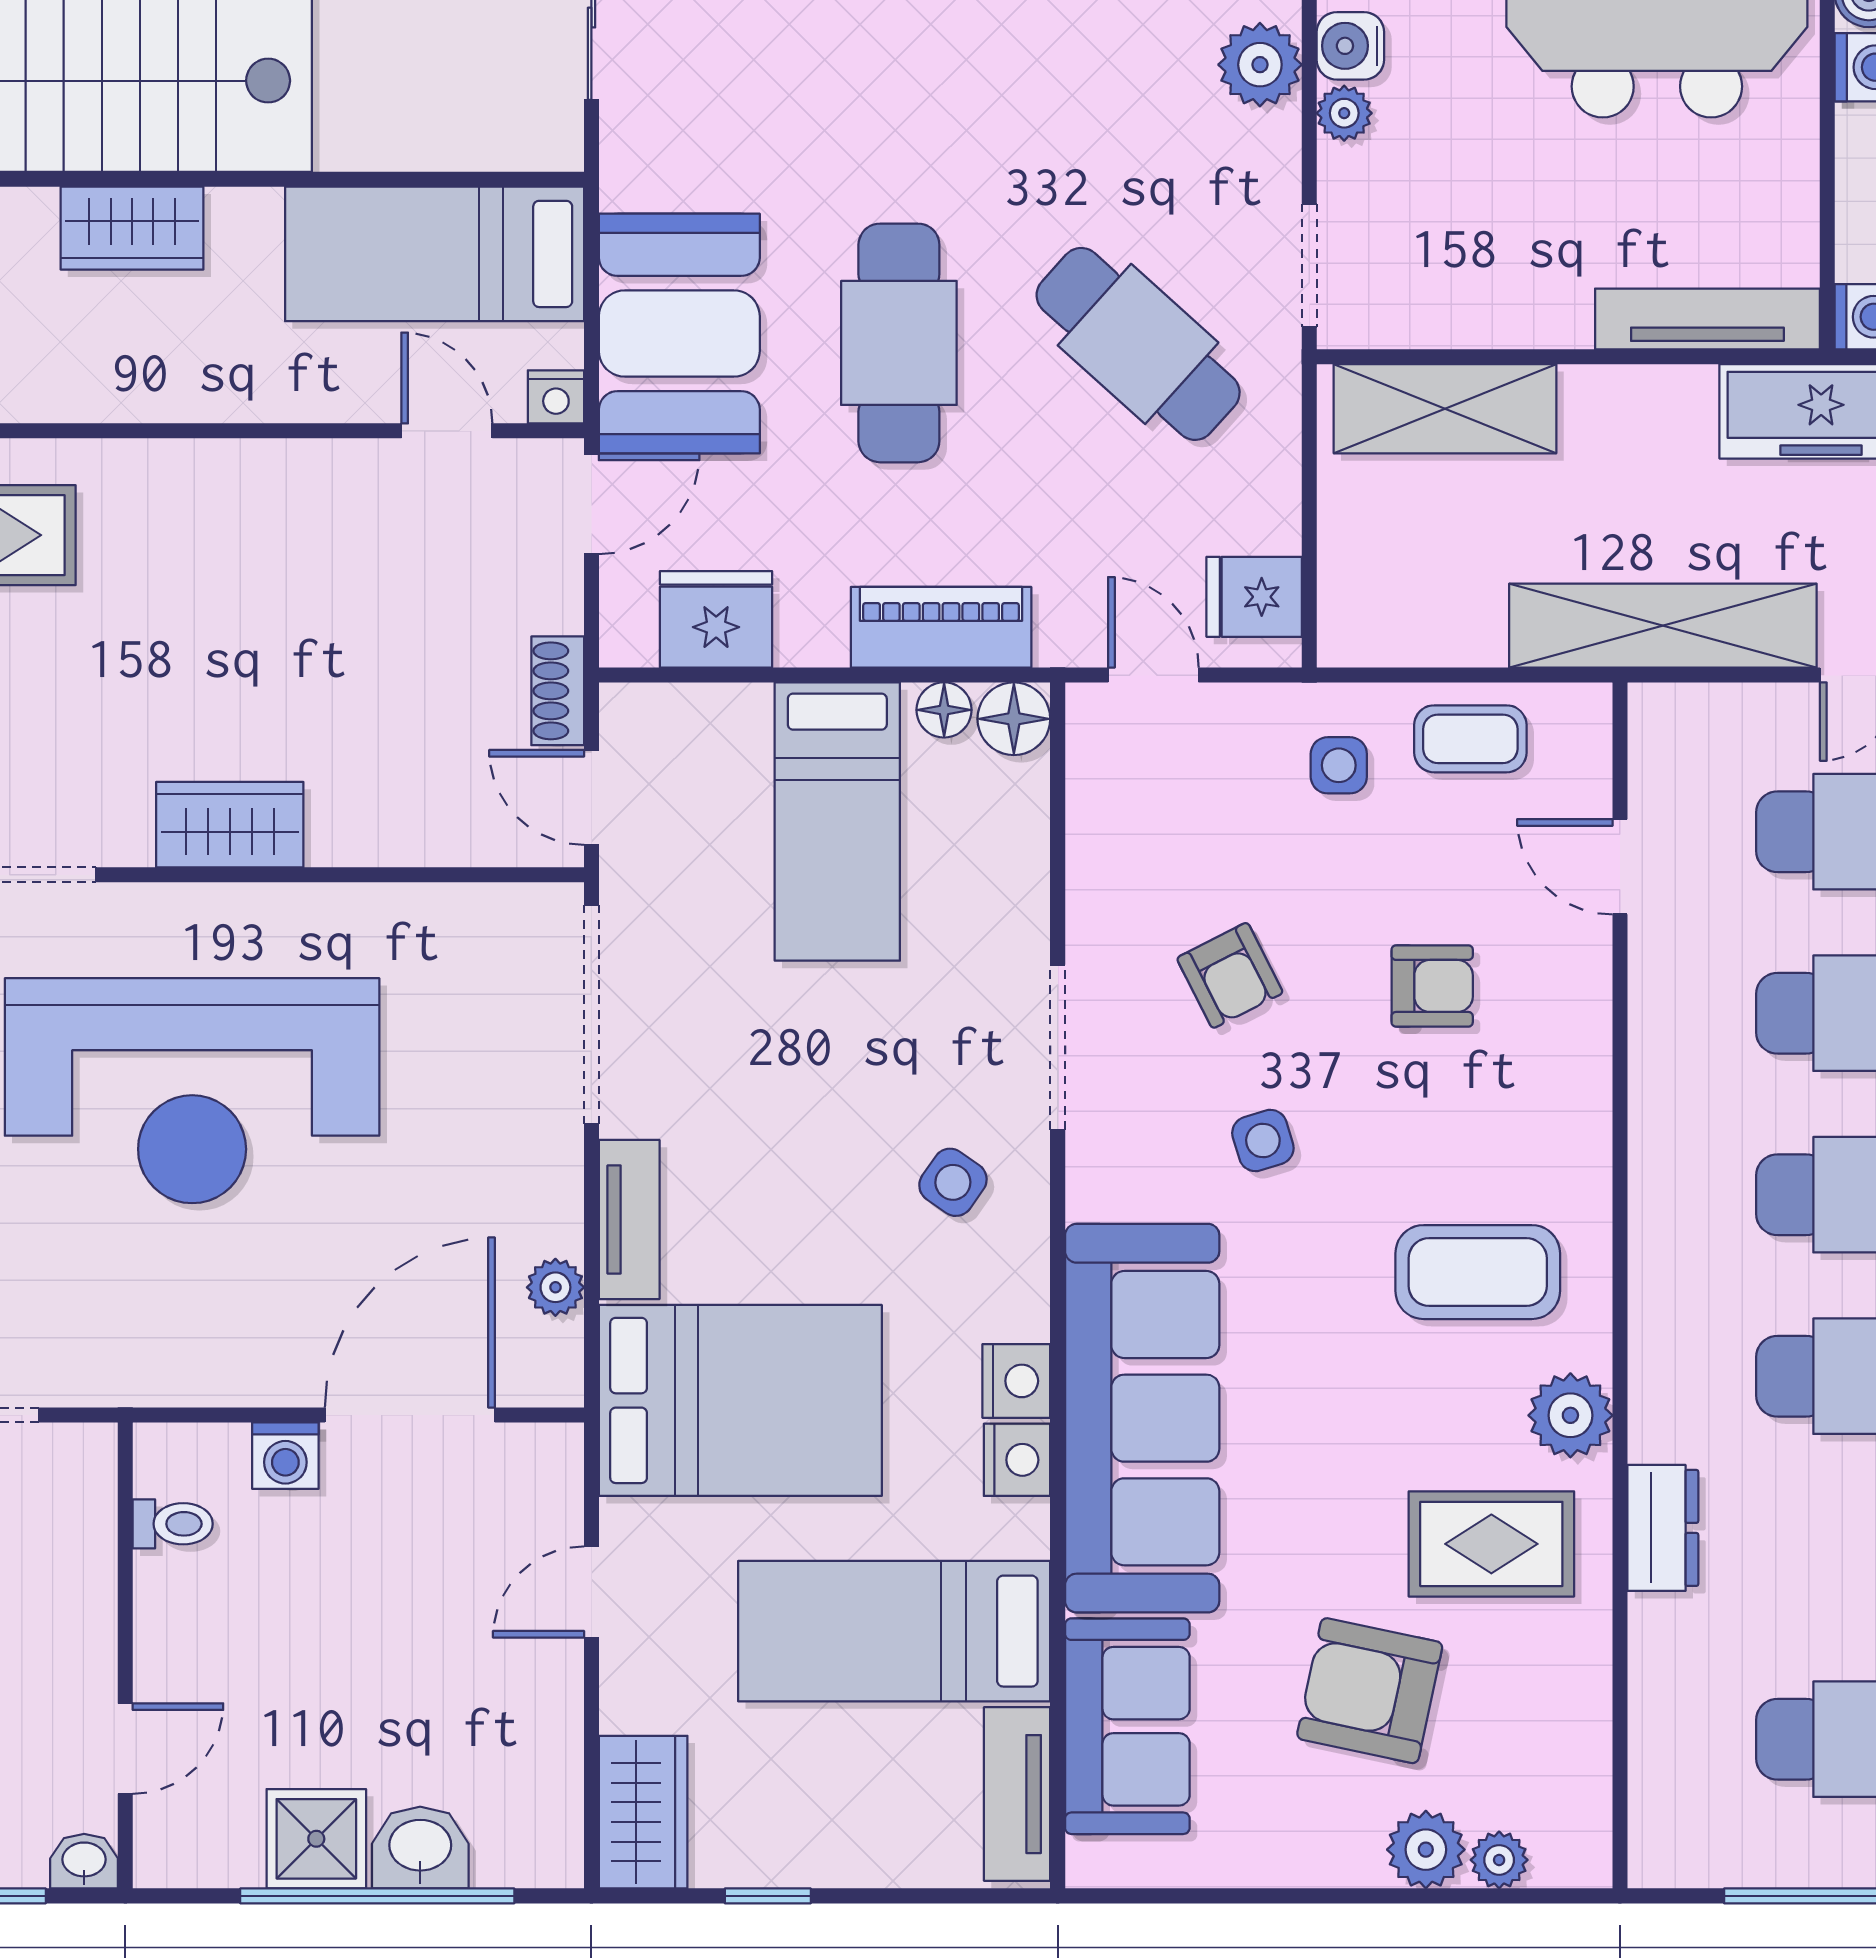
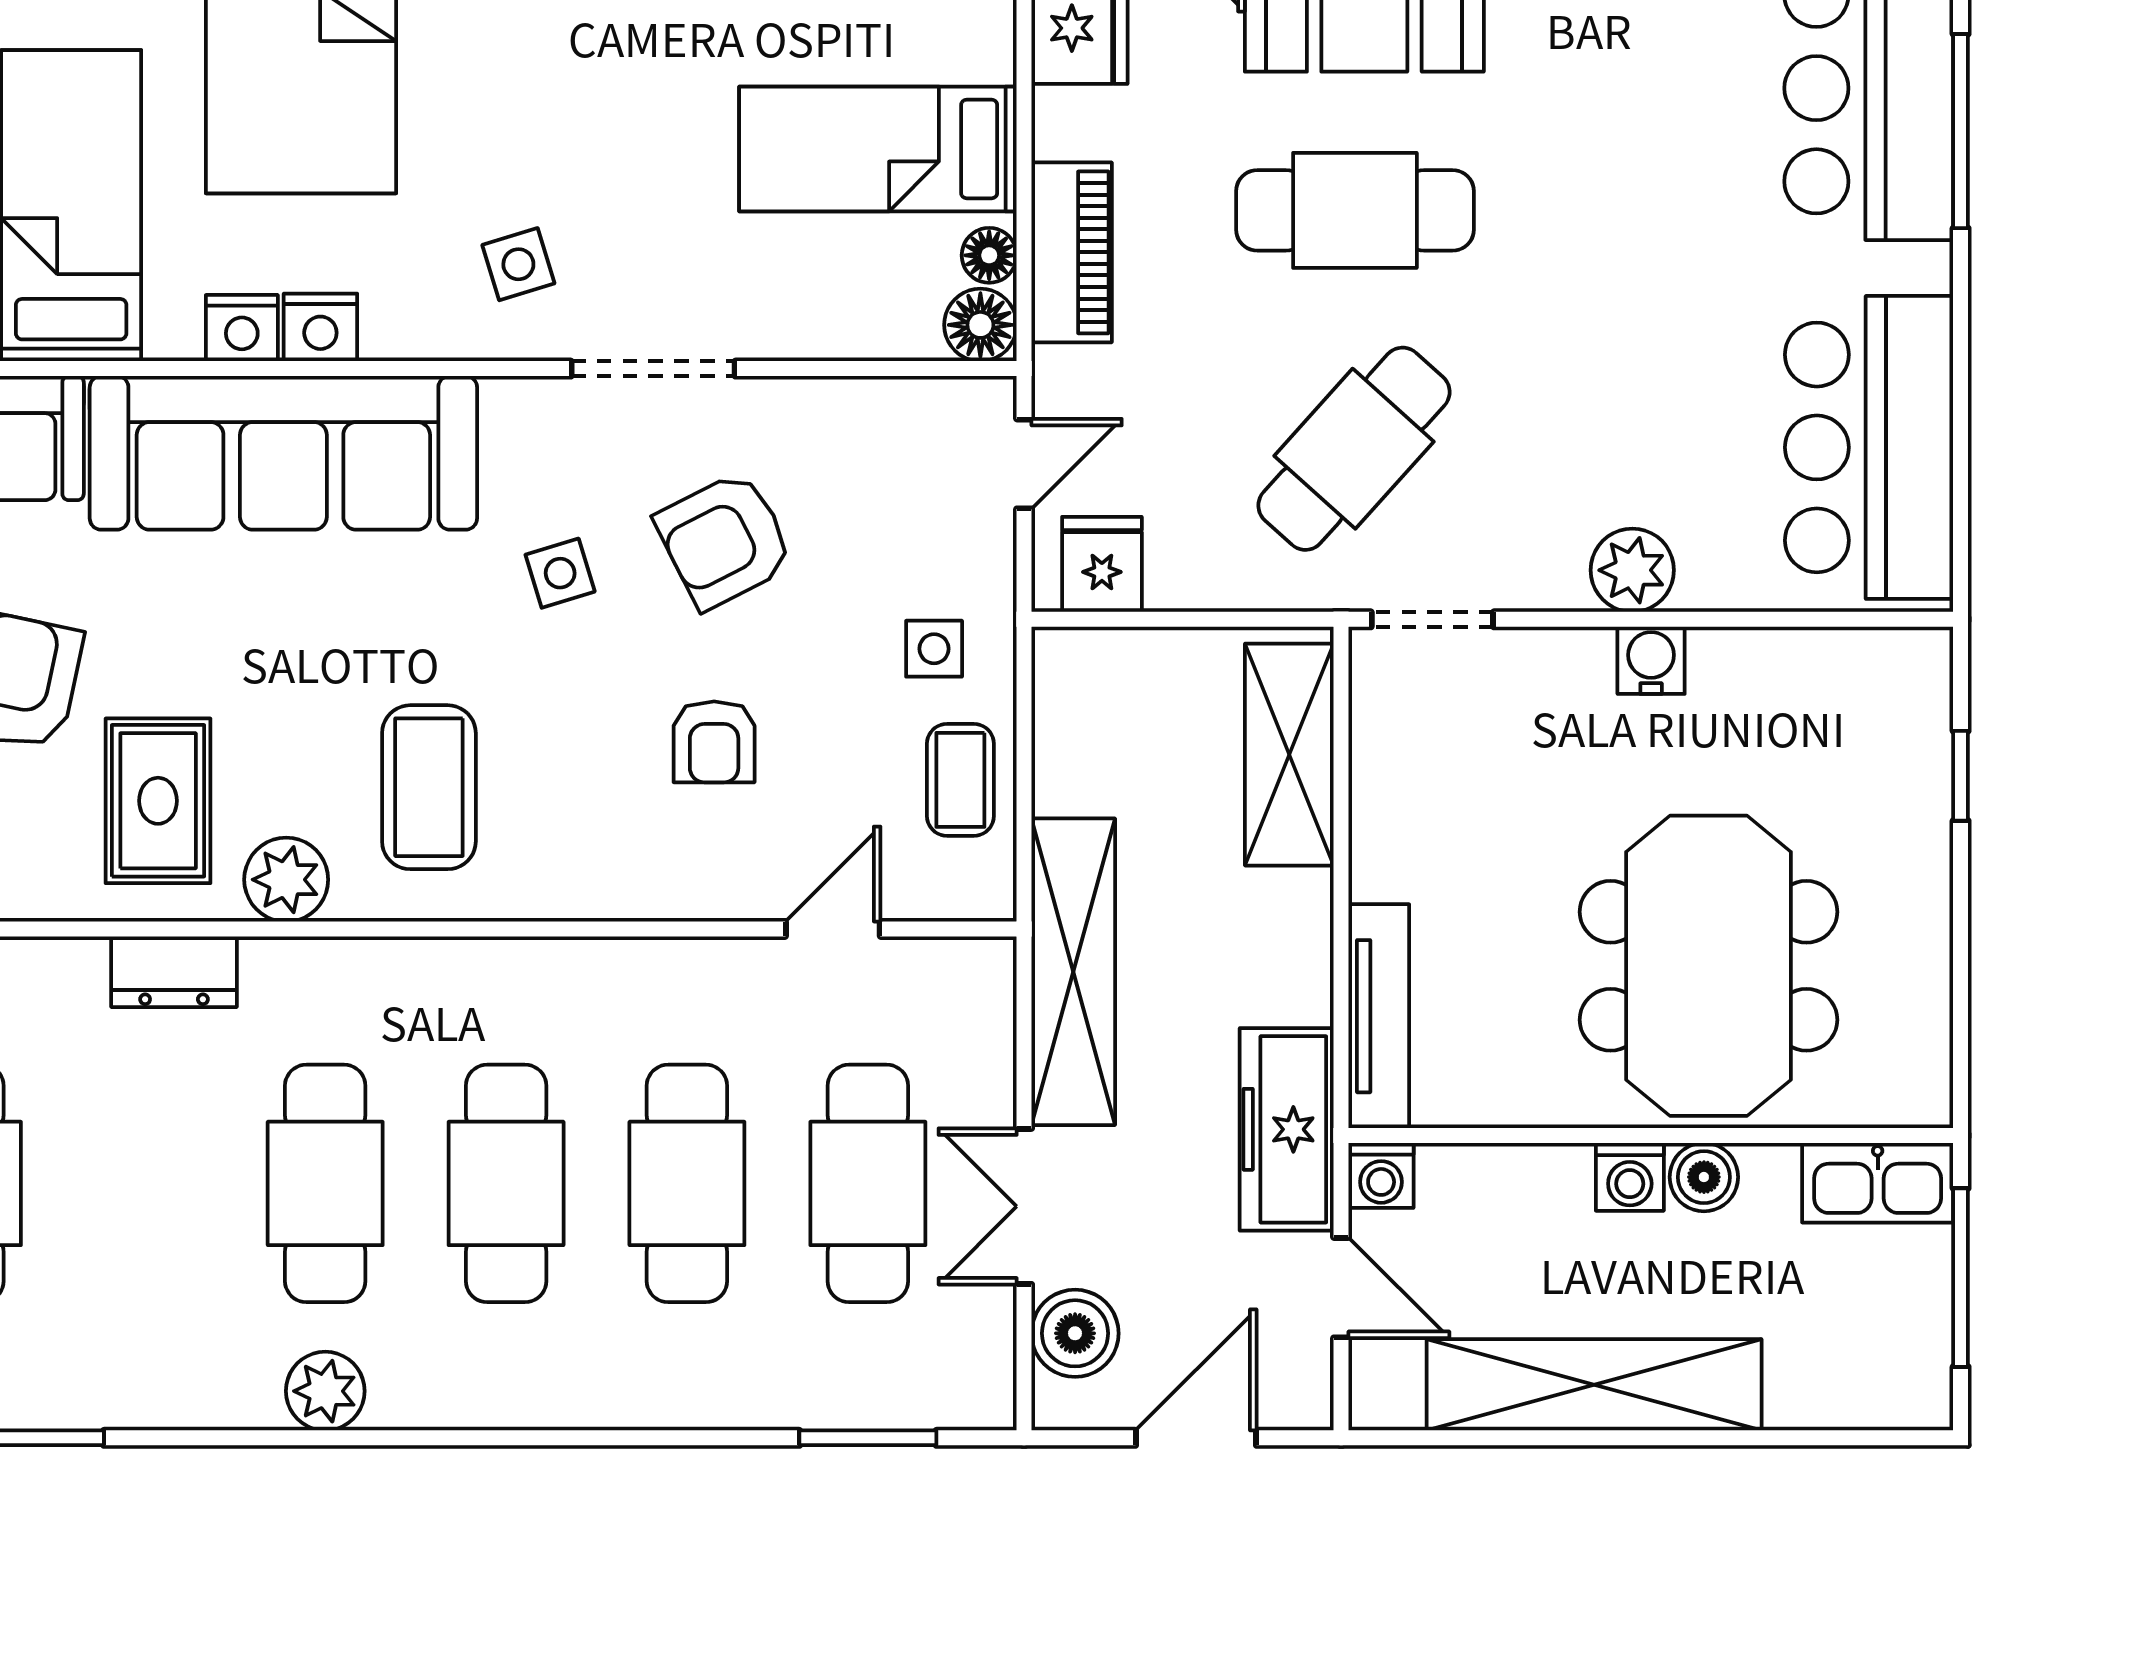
plant: (1344, 113) -> (1584, 654), removed
armchair: (1230, 975) -> (725, 540), width x1.38, depth x1.38
side table: (953, 1182) -> (518, 264), turned 38

